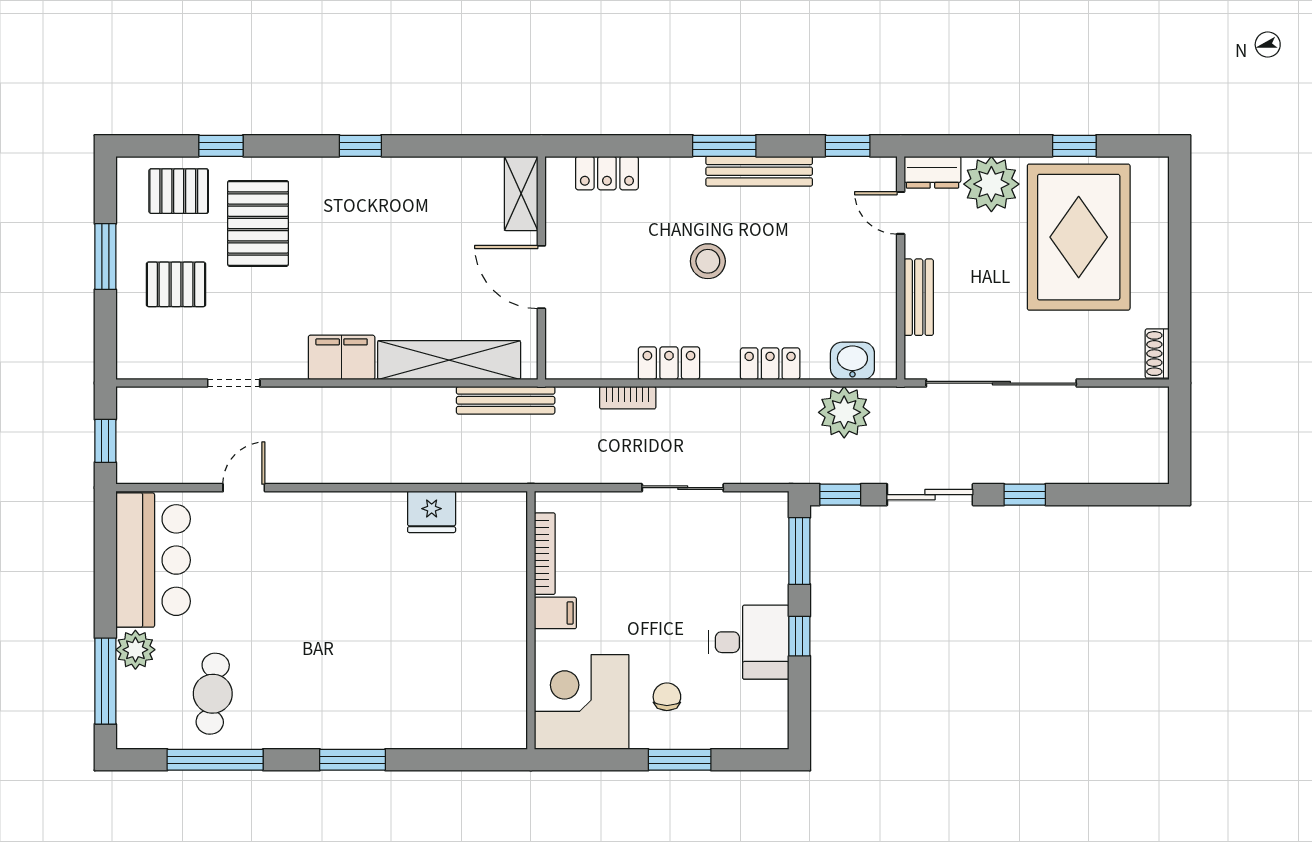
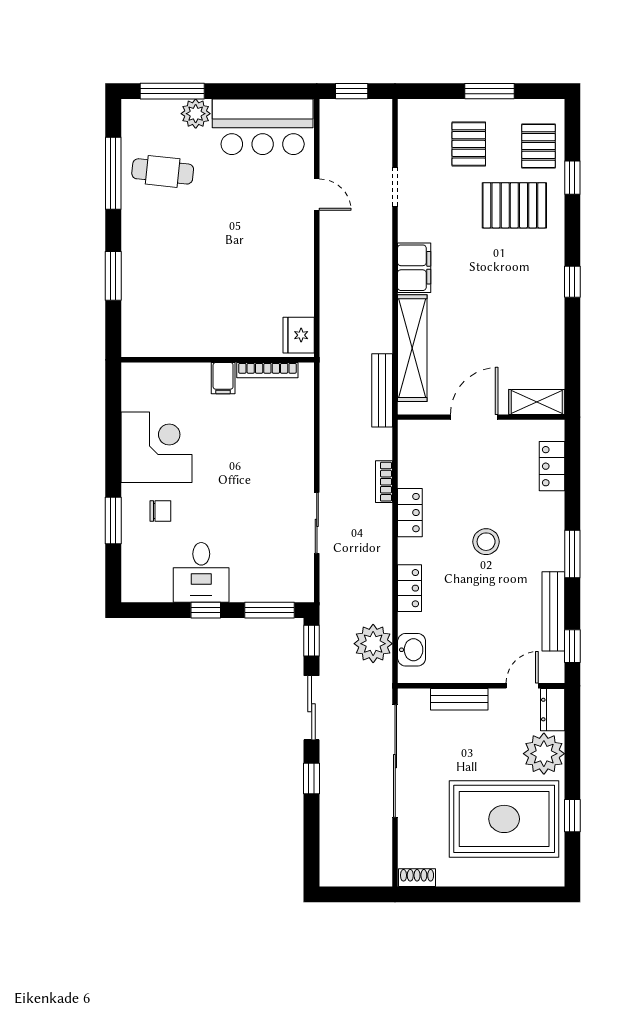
bench: (759, 171) -> (553, 611), moved
bookcase: (545, 554) -> (267, 370), moved
filing cabinet: (555, 613) -> (223, 378), moved
wall: (531, 620) -> (218, 360), moved

